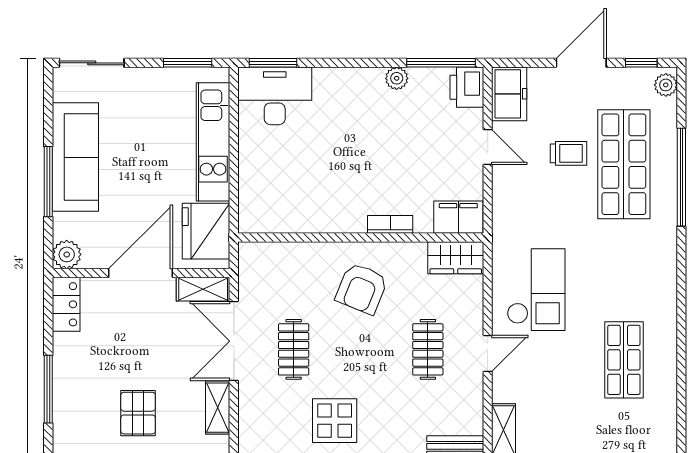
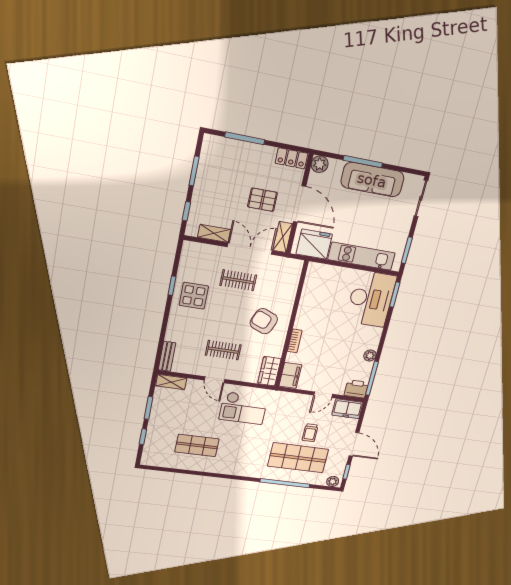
desk: (275, 96) -> (371, 299), width x1.36, depth x1.30
pallet: (138, 413) -> (262, 200), moved

